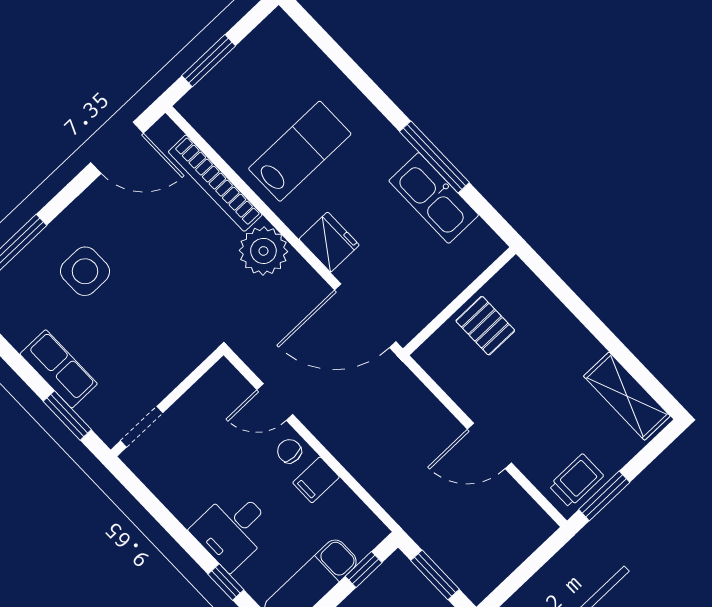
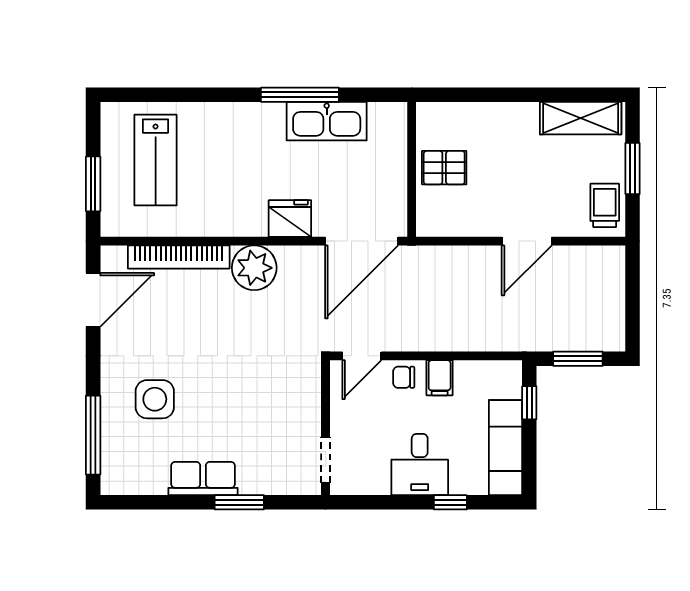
lab bench: (300, 151) -> (156, 160), moved, turned 180
wall: (167, 402) -> (326, 428), moved
doorway: (142, 427) -> (326, 460), moved
window: (604, 496) -> (633, 169), moved

